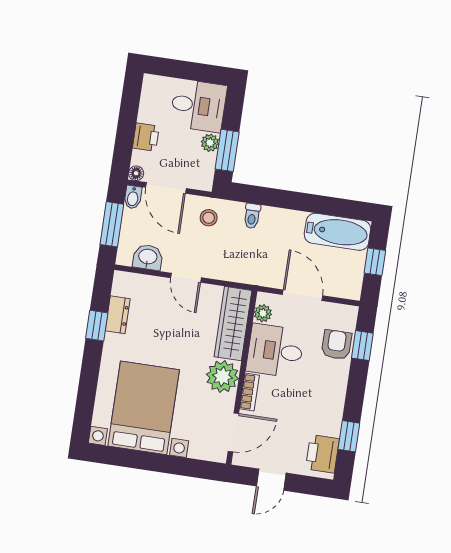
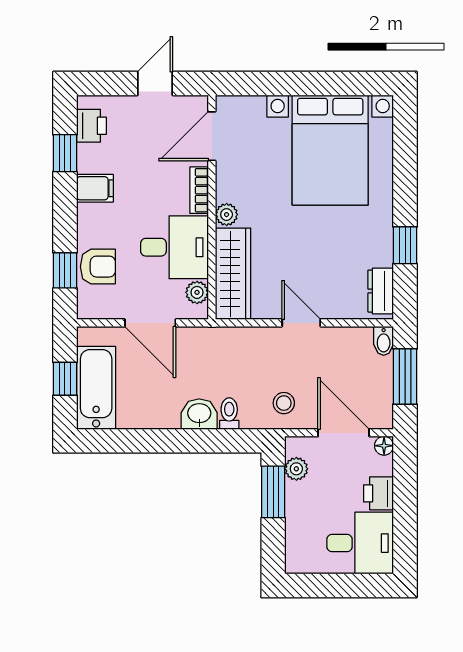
desk: (198, 106) -> (360, 543), moved, turned 180
plant: (210, 143) -> (296, 469), moved
bidet: (133, 197) -> (384, 341), moved, turned 180
bathtub: (337, 232) -> (96, 388), moved, turned 90
washbasin: (148, 257) -> (199, 414), moved, turned 180
dresser: (118, 315) -> (381, 291), moved
armchair: (336, 345) -> (98, 267), turned -90
plant: (222, 376) -> (227, 215), width x0.53, depth x0.53
filing cabinet: (330, 406) -> (95, 188), added
printer: (322, 454) -> (92, 126), width x0.73, depth x0.81

